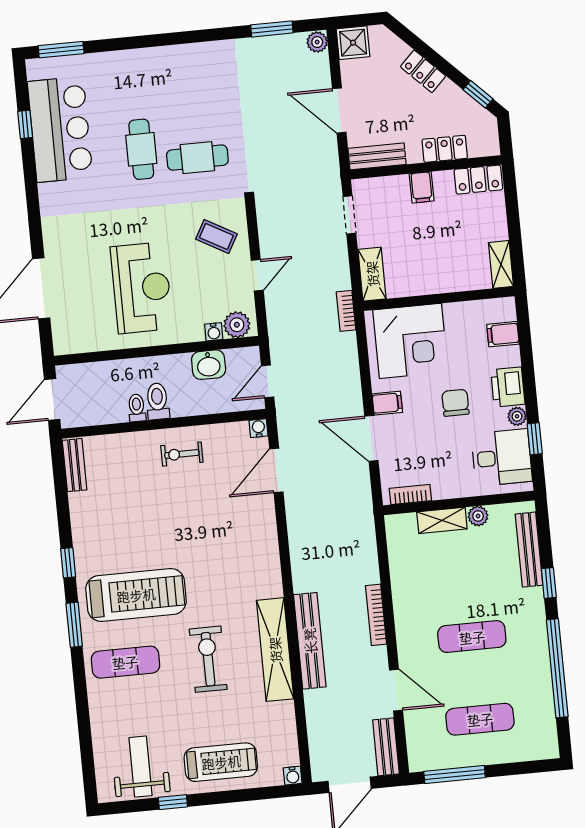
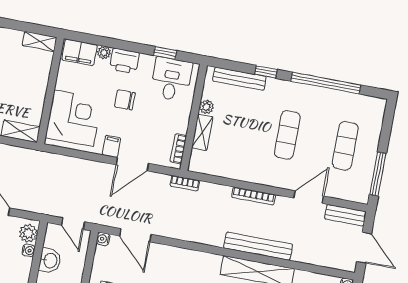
bookcase: (346, 311) -> (185, 183), moved
filing cabinet: (503, 334) -> (79, 52), width x2.00
plant: (517, 416) -> (104, 53), moved

